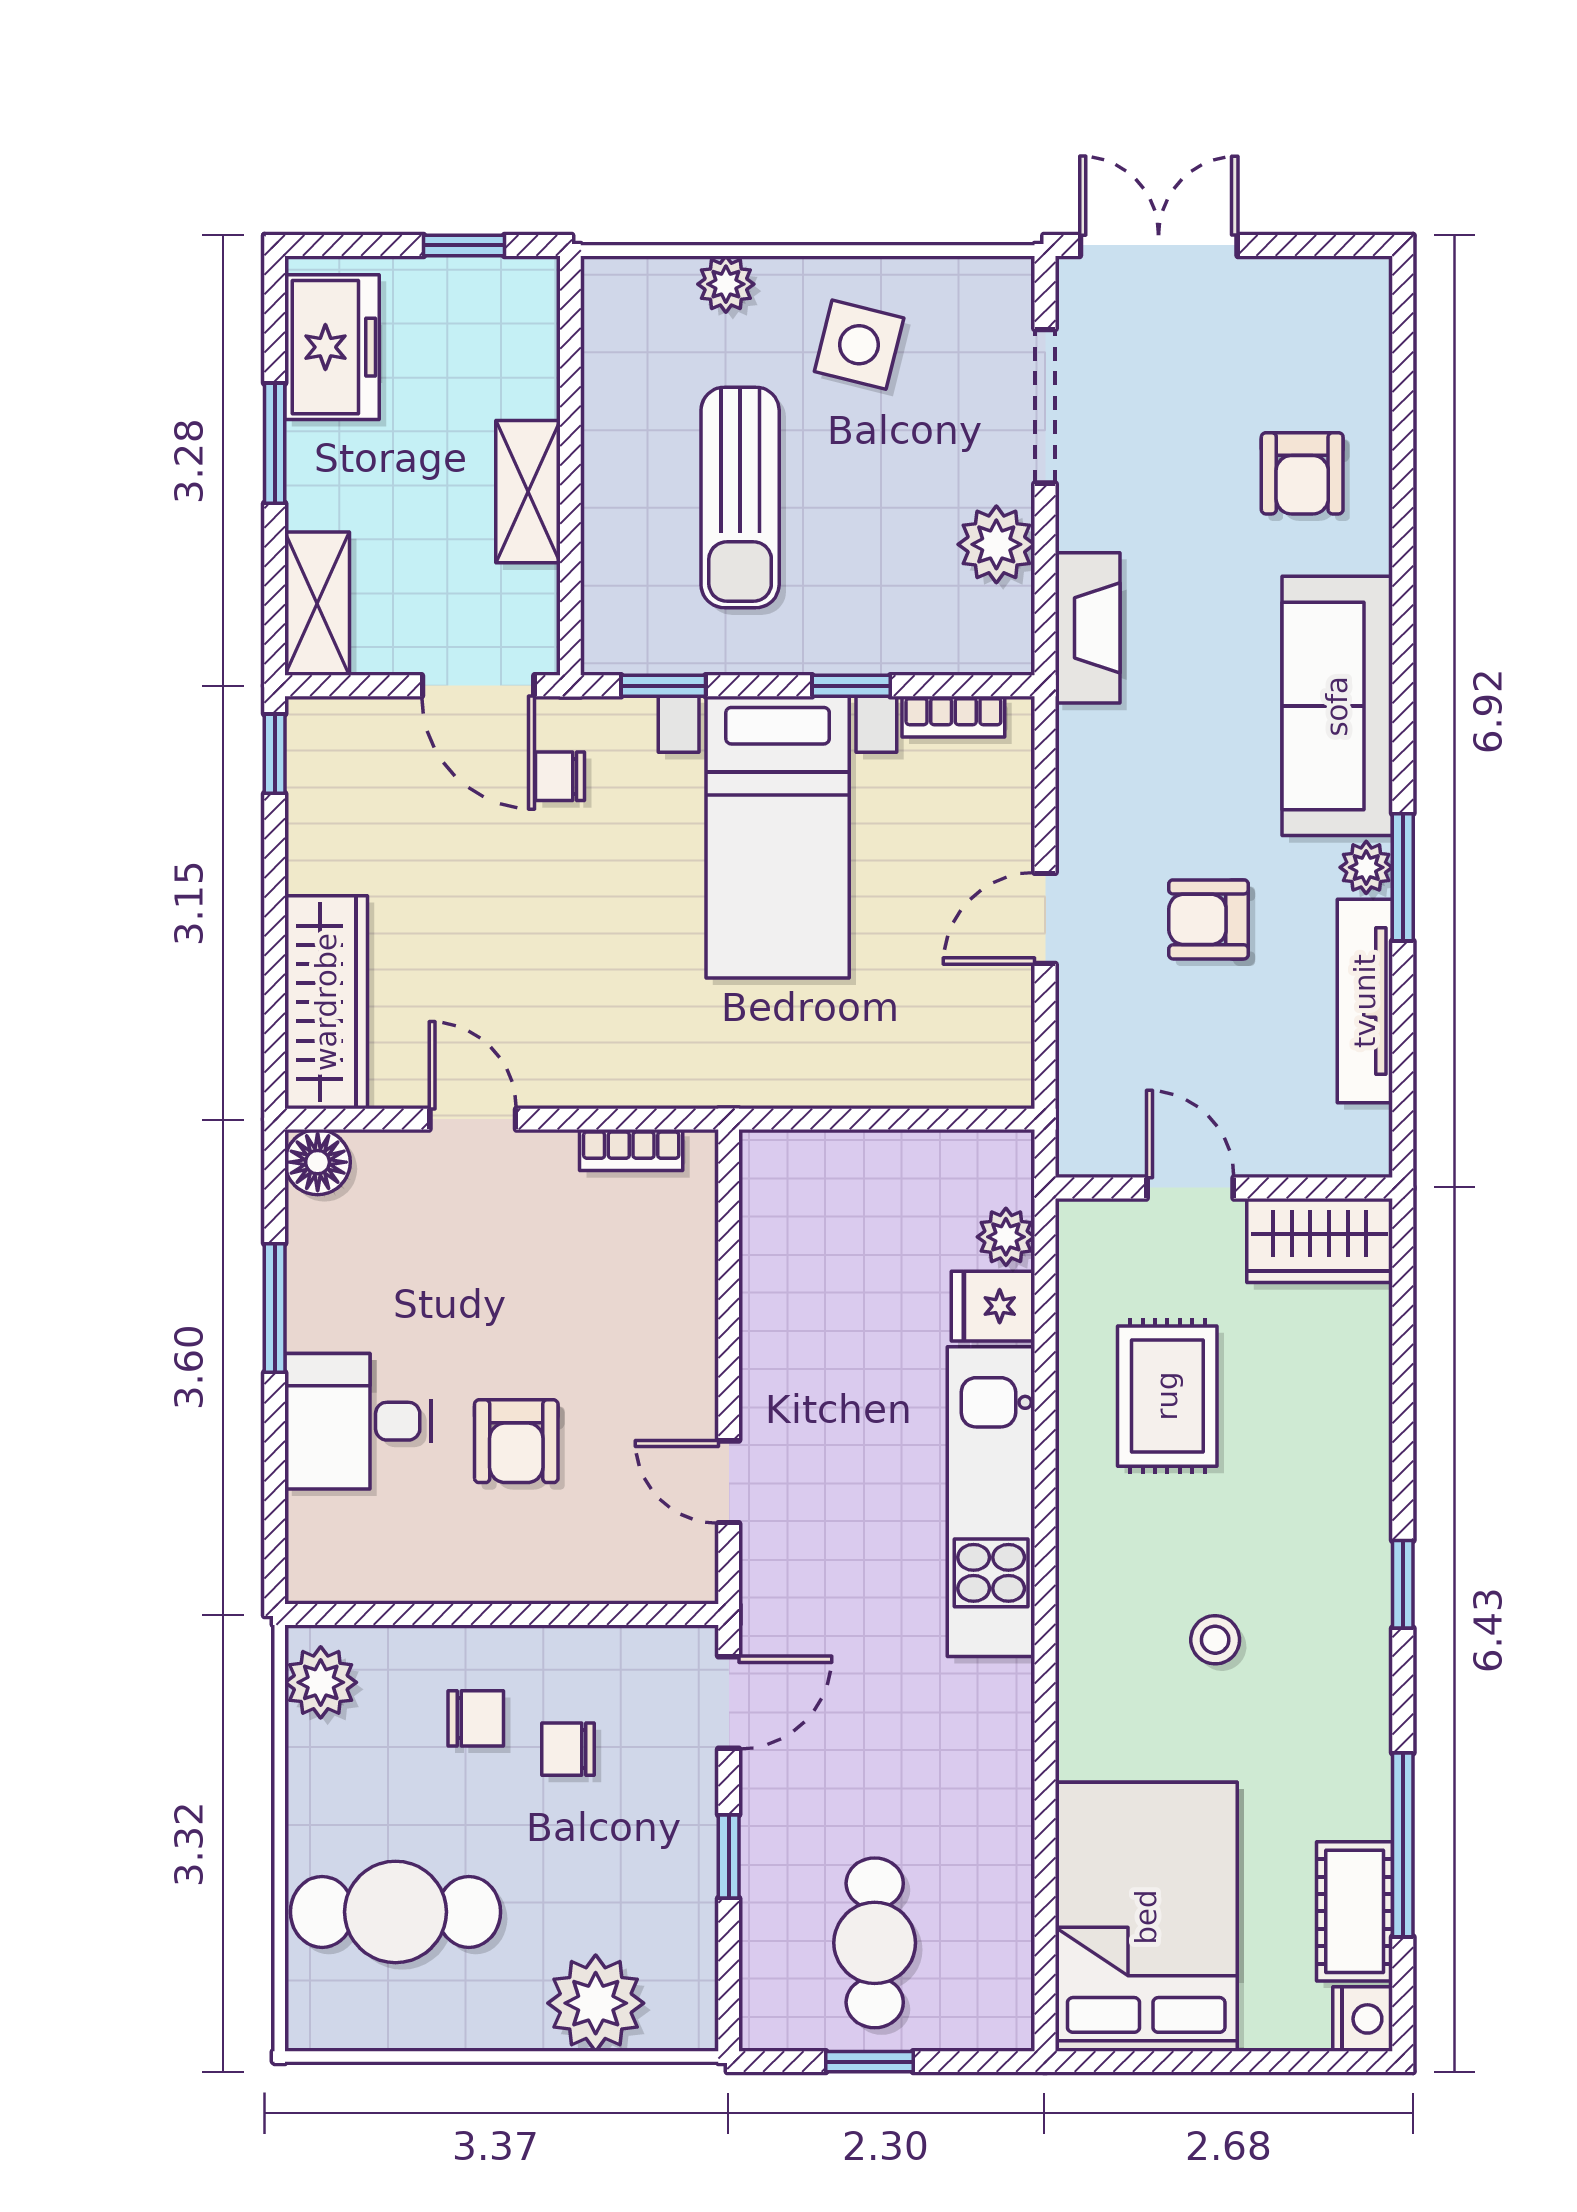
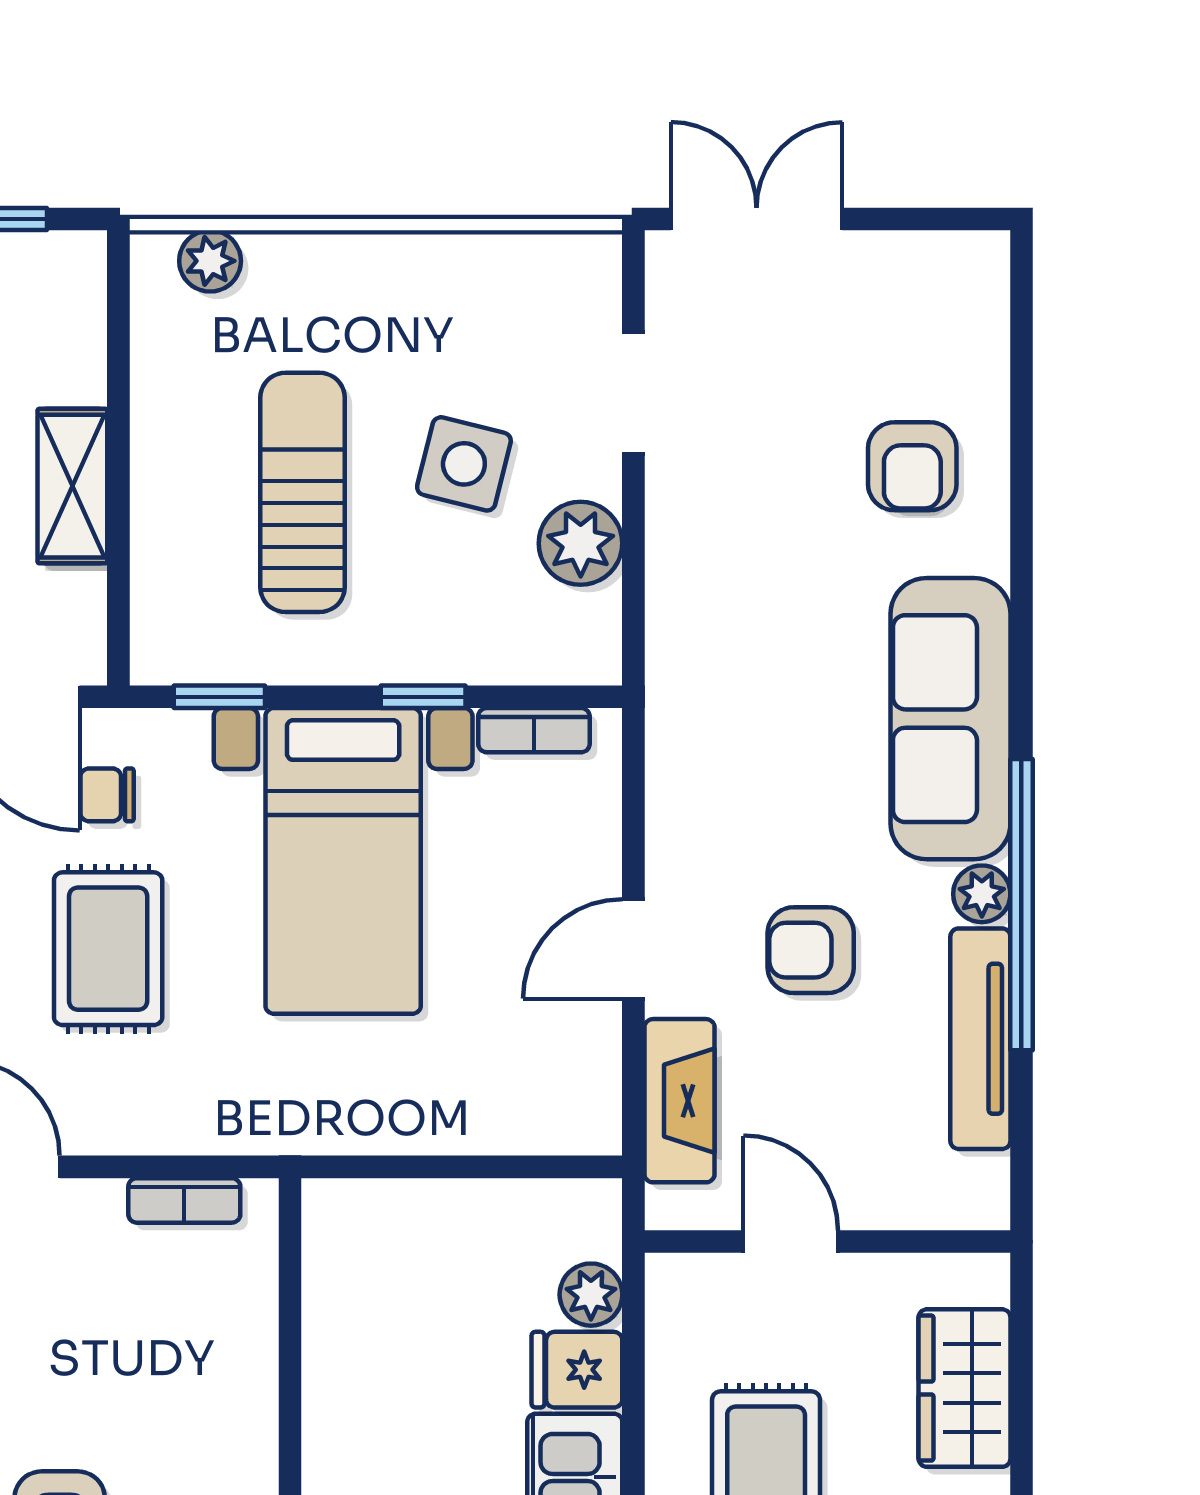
plant: (726, 284) -> (210, 261), moved
side table: (859, 345) -> (464, 464), moved
doorway: (1045, 406) -> (633, 393), width x0.73
sun lounger: (740, 497) -> (303, 492), turned 180
fireplace: (1088, 628) -> (679, 1101), moved
window: (1403, 877) -> (1021, 905), width x2.11
rug: (561, 918) -> (108, 949), added
wardrobe: (1320, 1240) -> (964, 1388), moved, turned 90

